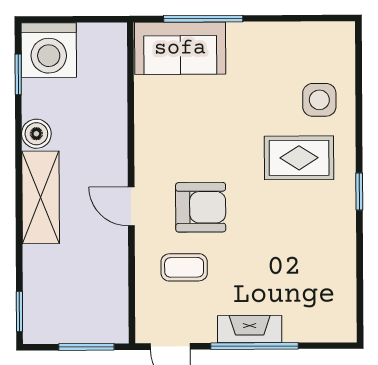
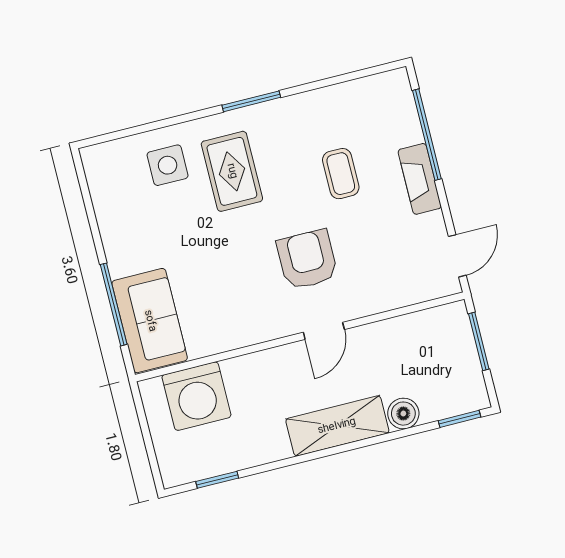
washing machine: (49, 50) -> (196, 396), moved, turned 90
boiler: (36, 134) -> (403, 414), moved
window: (359, 192) -> (251, 101), width x1.50
coffee table: (184, 267) -> (341, 174), moved
window: (255, 346) -> (427, 135), moved

